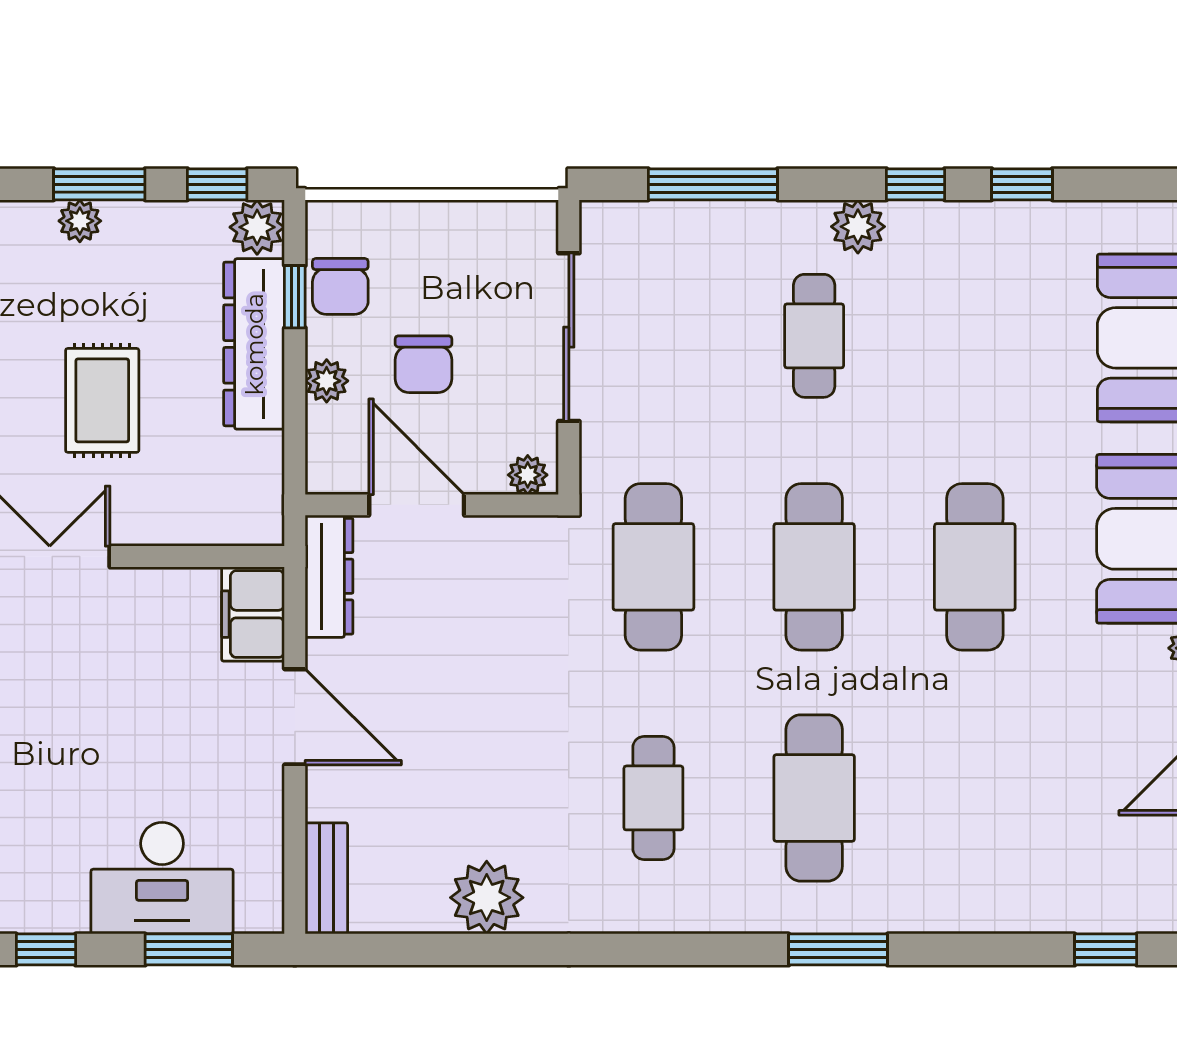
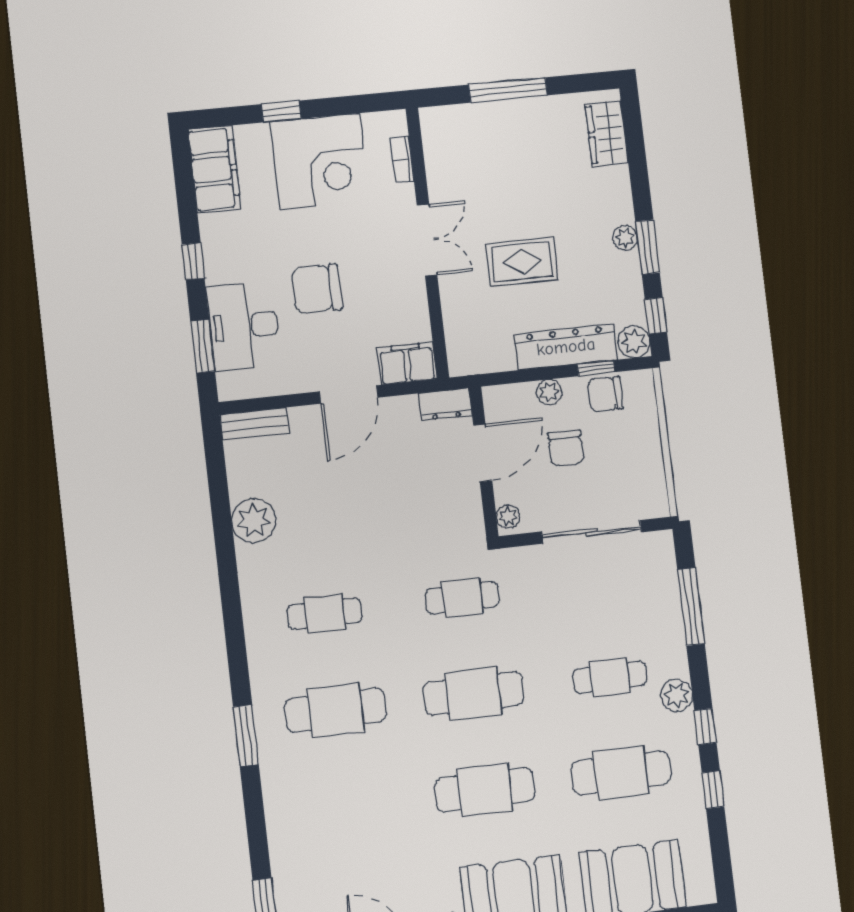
cafe table: (975, 336) -> (621, 773), added
chair: (423, 364) -> (566, 448), turned -90
cafe table: (653, 567) -> (462, 598), width x0.73, depth x0.74
dresser: (329, 576) -> (445, 405), width x0.70
chair: (113, 750) -> (317, 289), added

